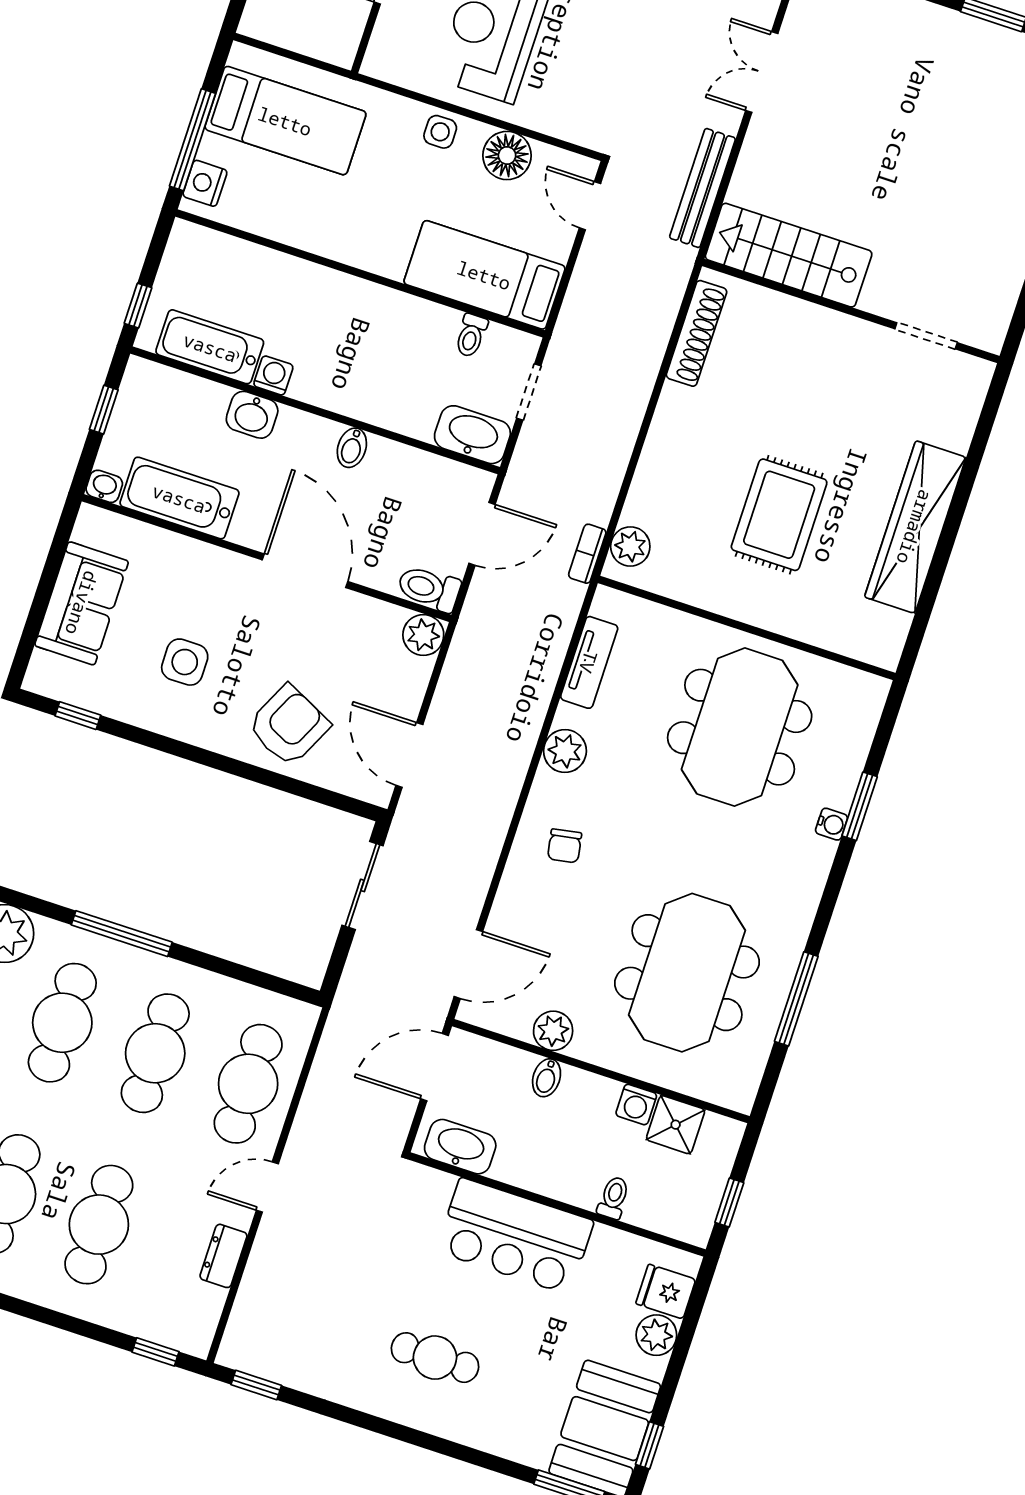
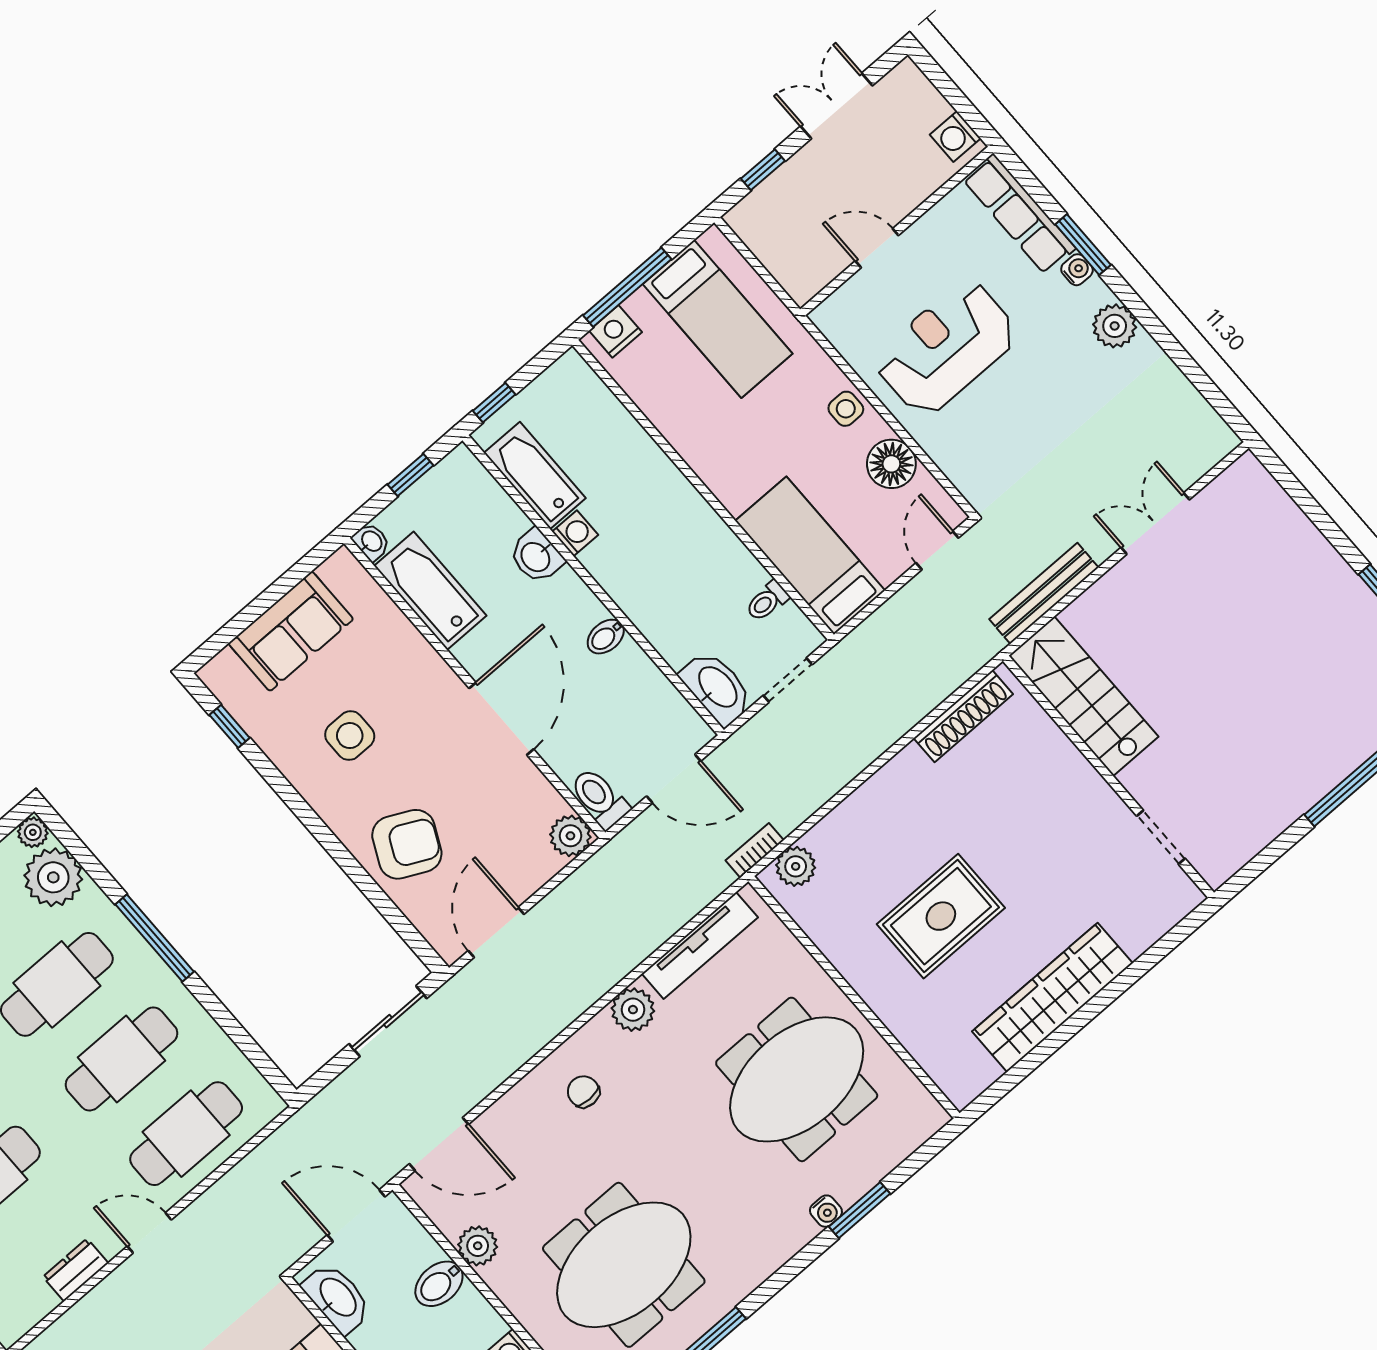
tv unit: (589, 662) -> (700, 945), width x1.41
chair: (565, 846) -> (583, 1092), turned 100
bidet: (547, 1078) -> (439, 1284), width x1.38, depth x1.36

